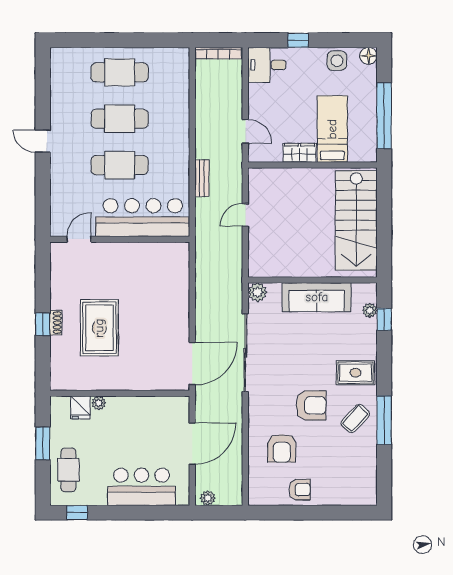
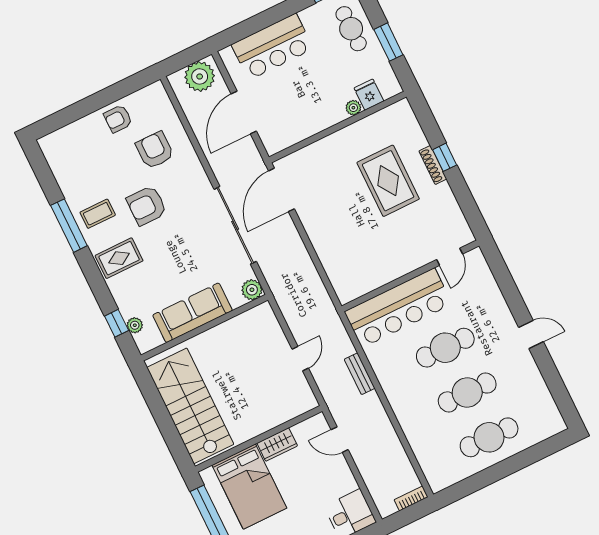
bookcase: (218, 53) -> (411, 498), width x0.64
bed: (332, 129) -> (249, 487), width x1.50
shoe rack: (56, 323) -> (433, 165), width x1.43
coffee table: (355, 418) -> (98, 214), turned 47
plant: (208, 498) -> (200, 76), width x1.87, depth x1.87

